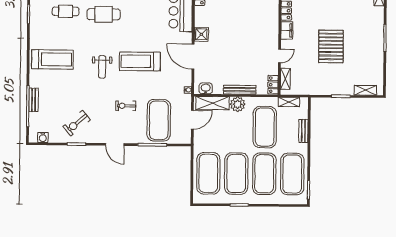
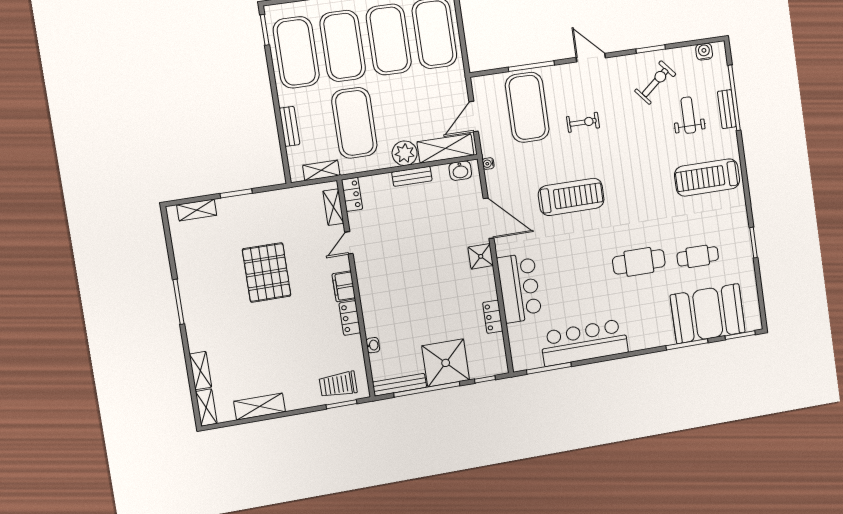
weight bench: (102, 67) -> (688, 115), moved
bench: (240, 90) -> (412, 176), width x0.73

